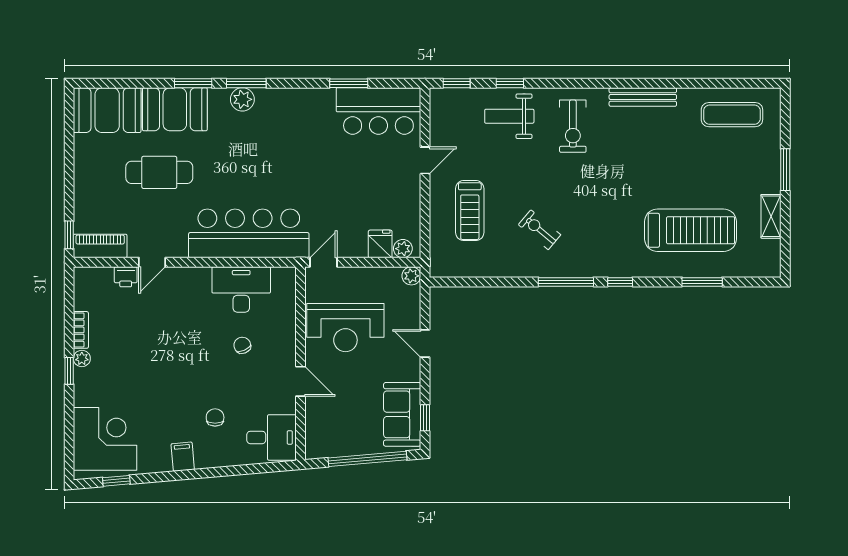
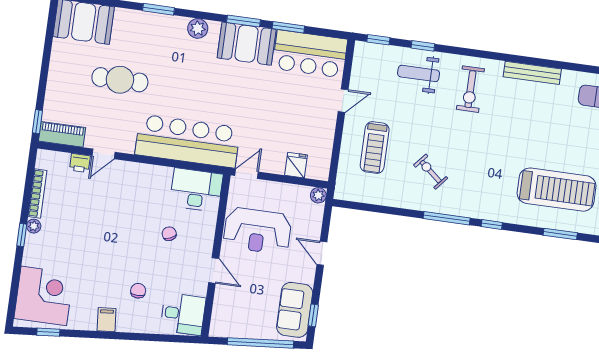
window: (246, 83) -> (243, 21), moved
booth: (175, 109) -> (247, 44), moved
plant: (403, 249) -> (314, 172), removed
desk: (241, 290) -> (196, 190), moved
bookcase: (81, 330) -> (37, 194), width x1.56

